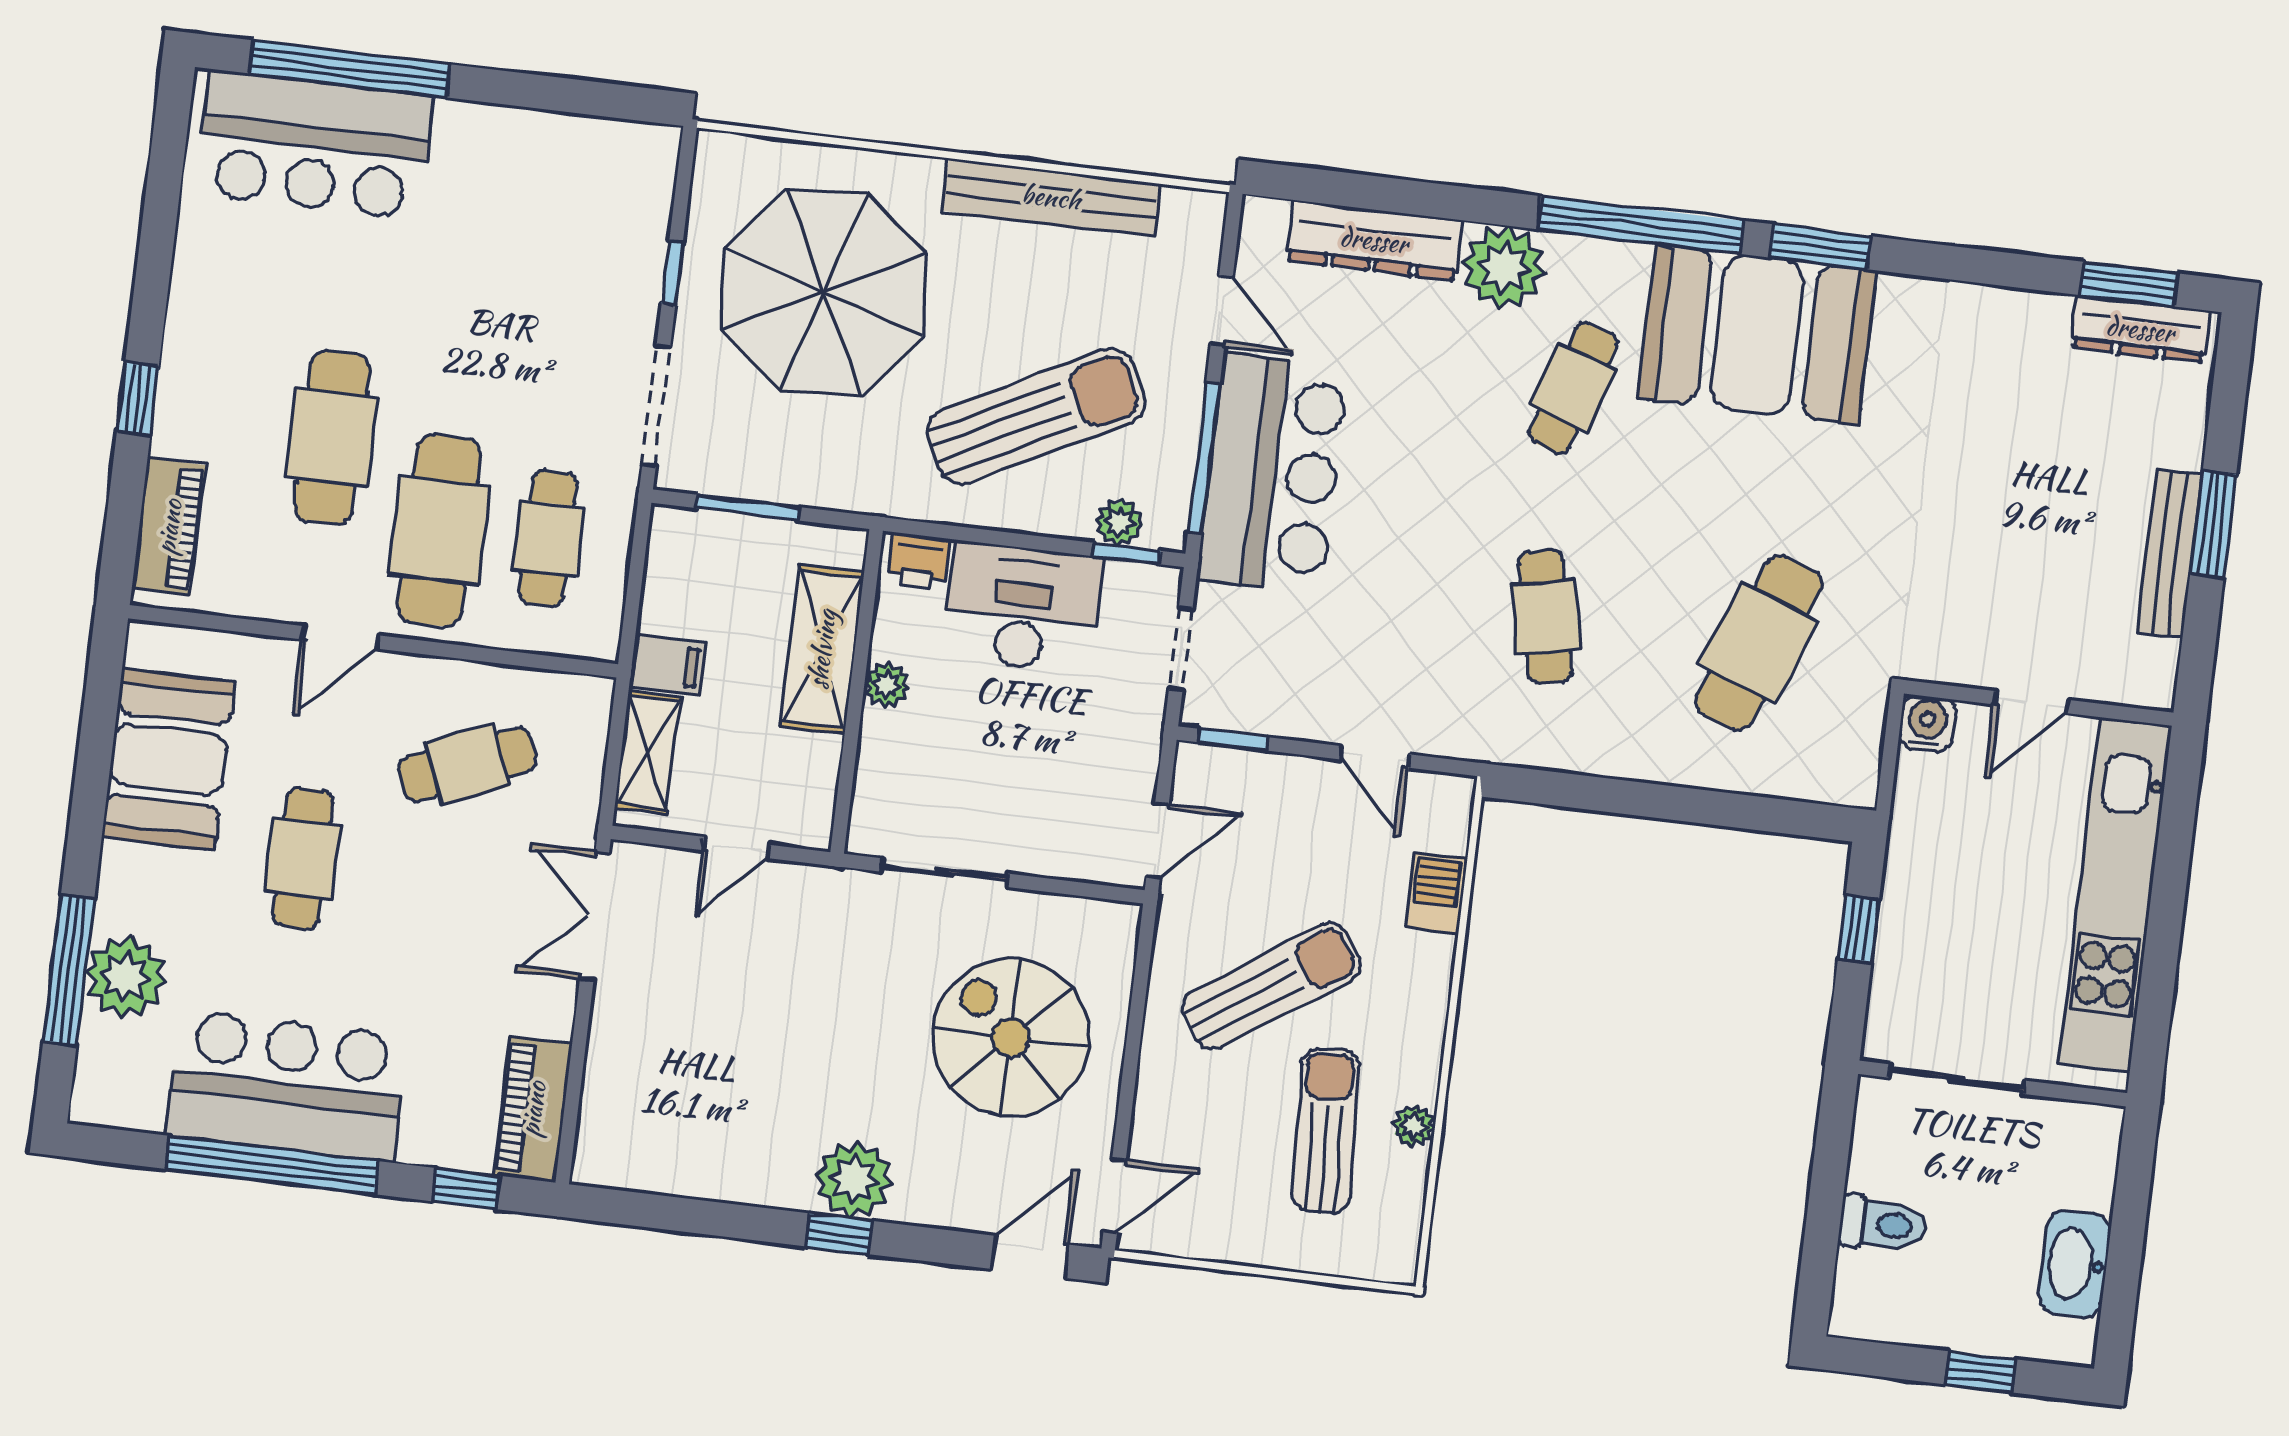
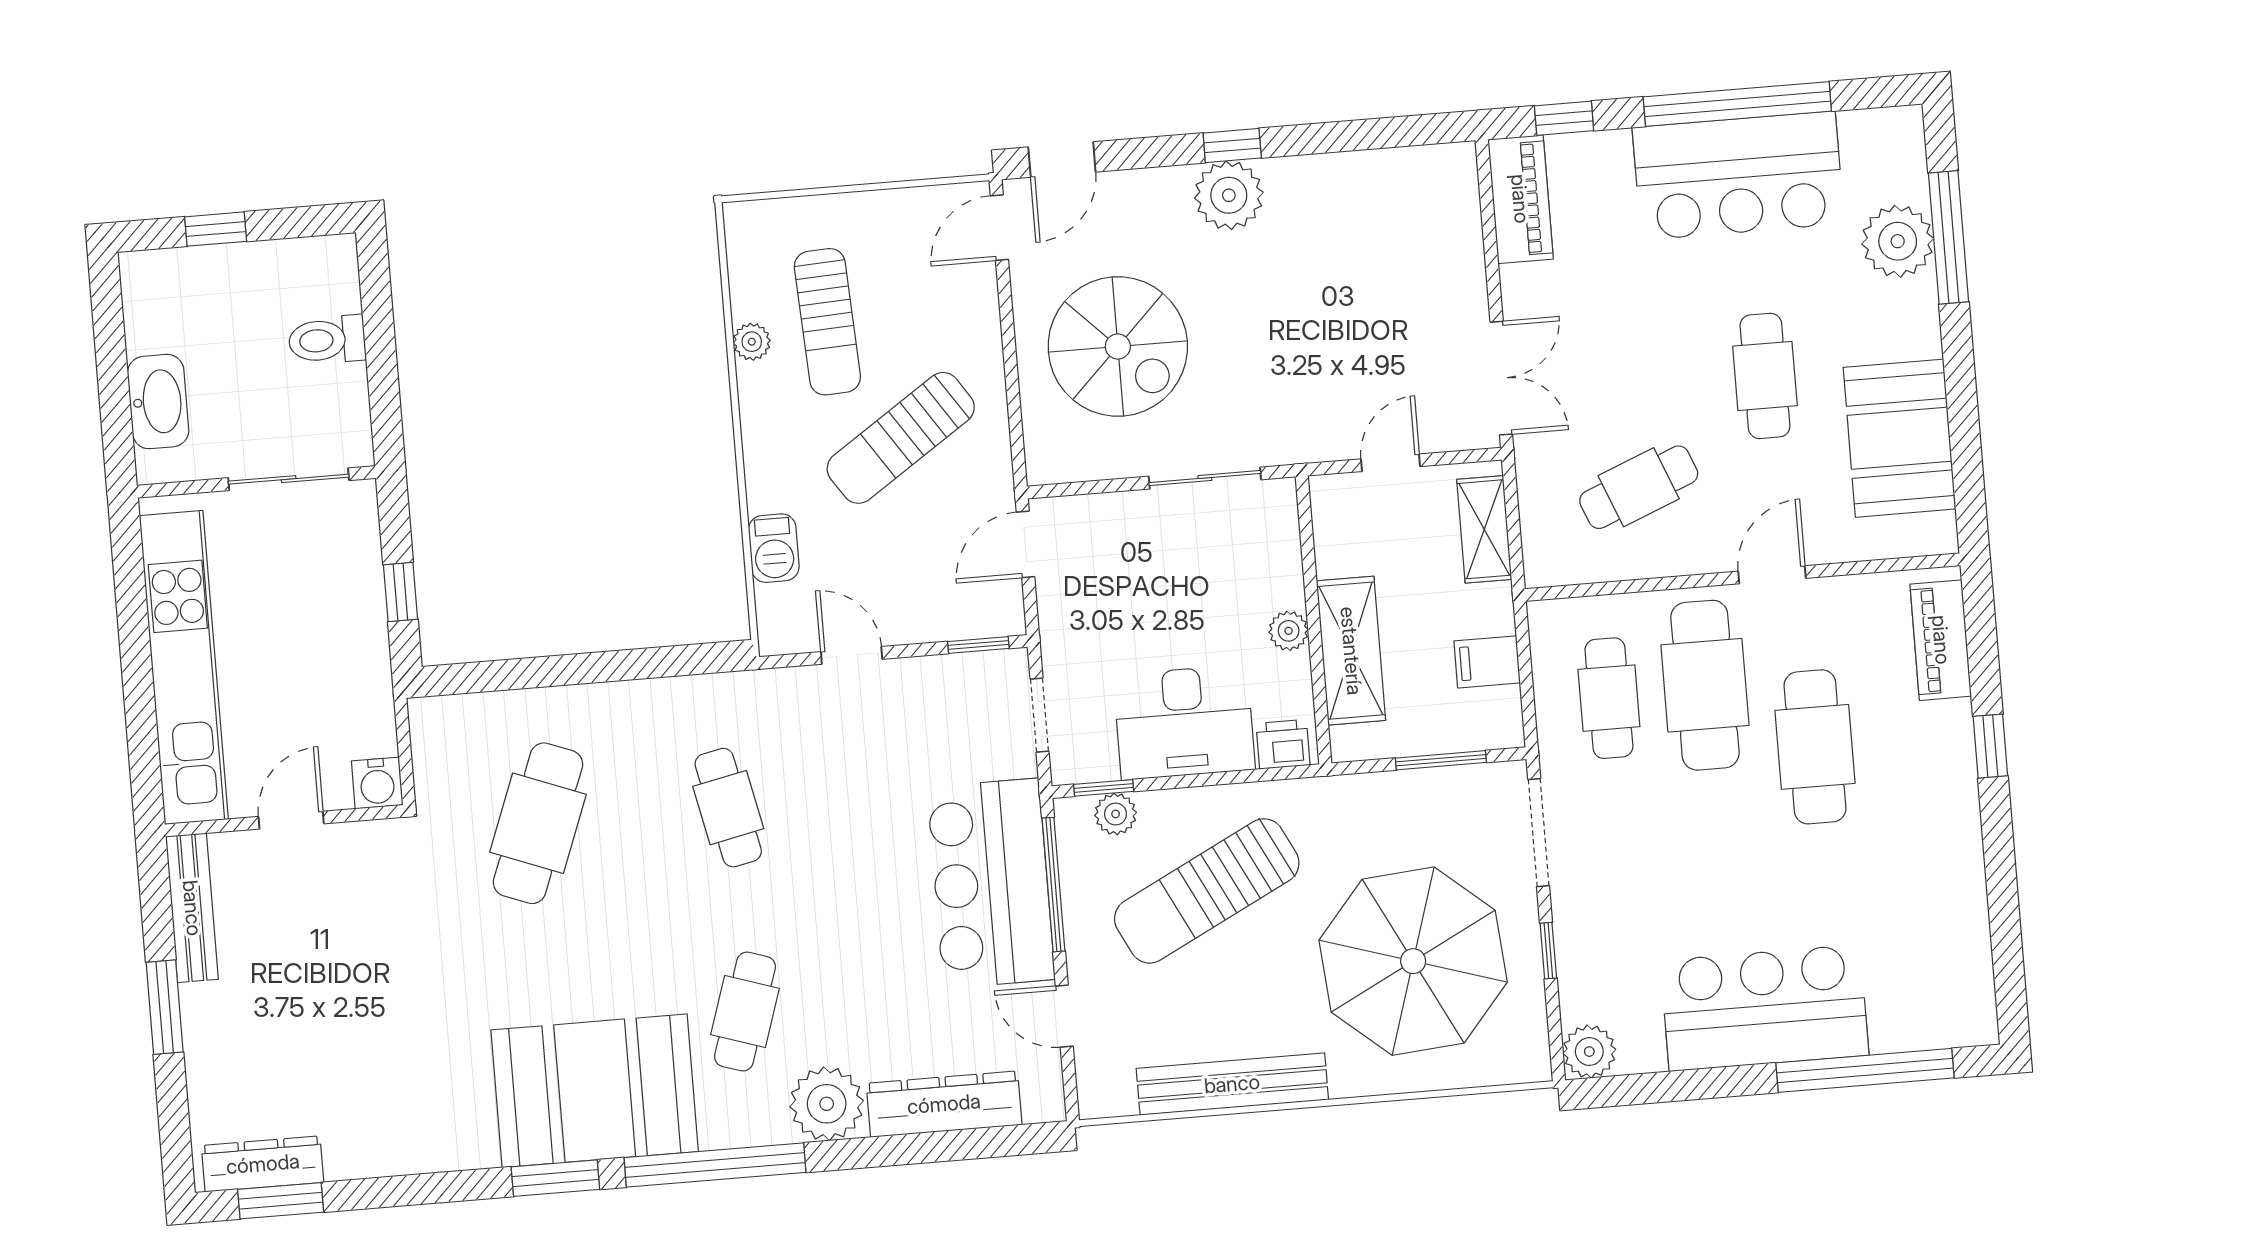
bar counter: (314, 145) -> (1765, 1008), moved
plant: (650, 152) -> (1589, 1052), added
bench: (2169, 554) -> (192, 908), moved
filing cabinet: (667, 665) -> (1487, 662), moved
washbasin: (2075, 1264) -> (158, 402), moved

